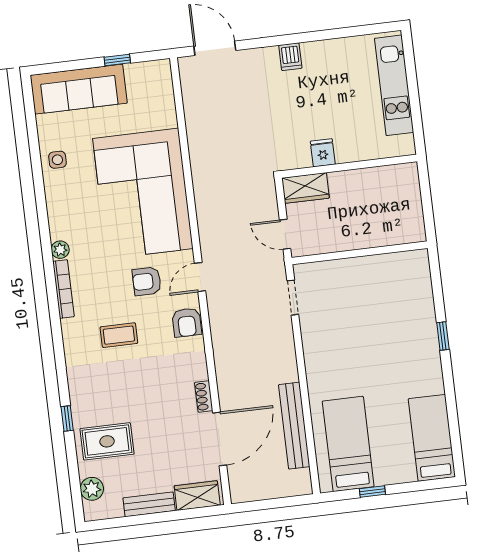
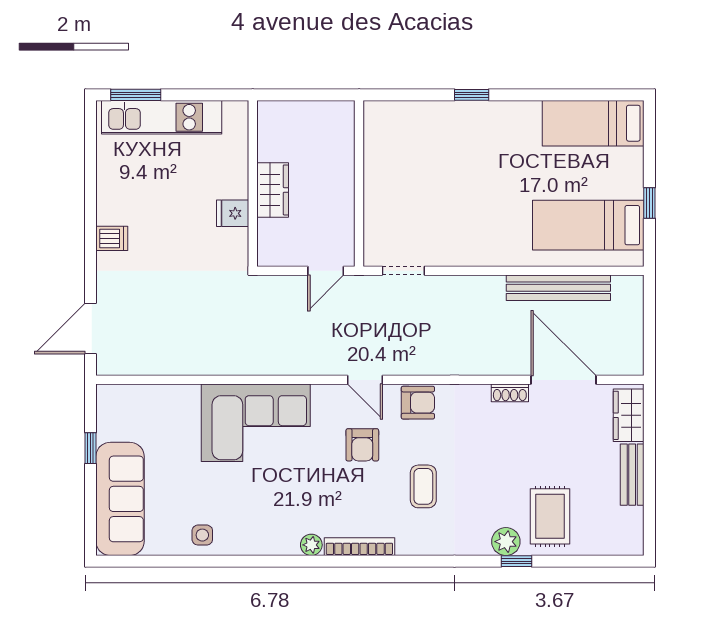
window: (410, 62) -> (136, 95), added
wardrobe: (305, 188) -> (273, 190), moved
corner sofa: (143, 194) -> (256, 423), width x0.73, depth x0.74
plant: (92, 489) -> (506, 542), moved

